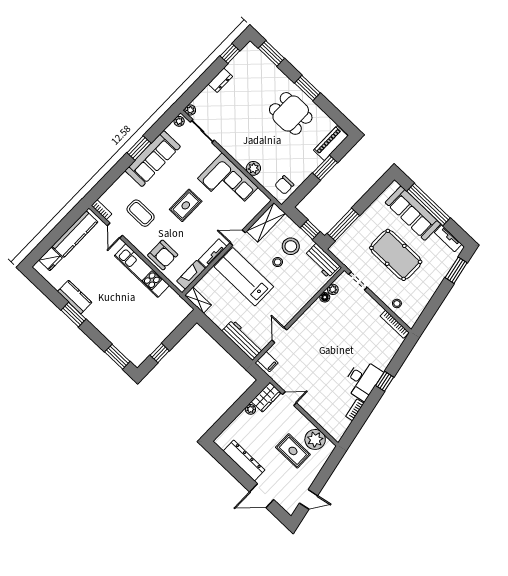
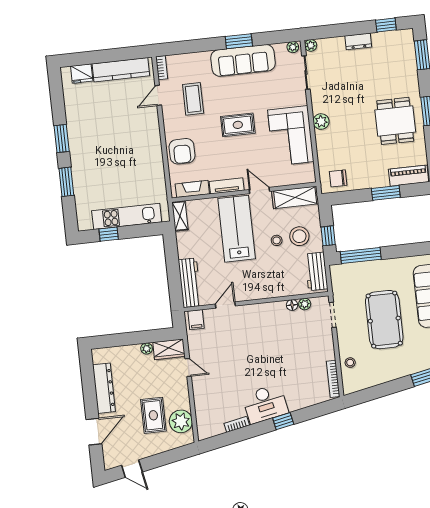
plant: (253, 168) -> (321, 122), moved
kitchen unit: (142, 271) -> (127, 216), moved, turned 90
kitchen counter: (75, 297) -> (75, 124), removed
window: (117, 357) -> (66, 182), moved
door: (262, 496) -> (94, 432), swing flipped

